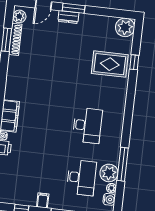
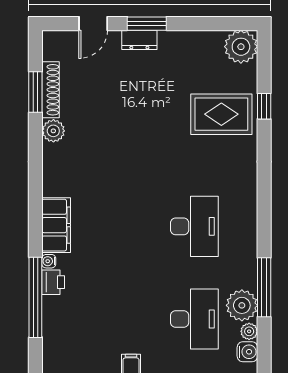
plant: (19, 16) -> (53, 131), moved

